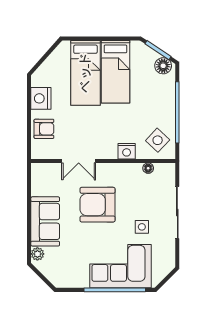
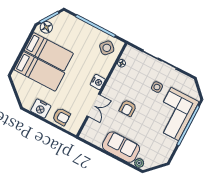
floor lamp: (163, 66) -> (46, 27), moved
armchair: (44, 129) -> (61, 117), turned 90
nightstand: (127, 151) -> (98, 82), moved
armchair: (98, 205) -> (128, 108), width x0.53, depth x0.53

